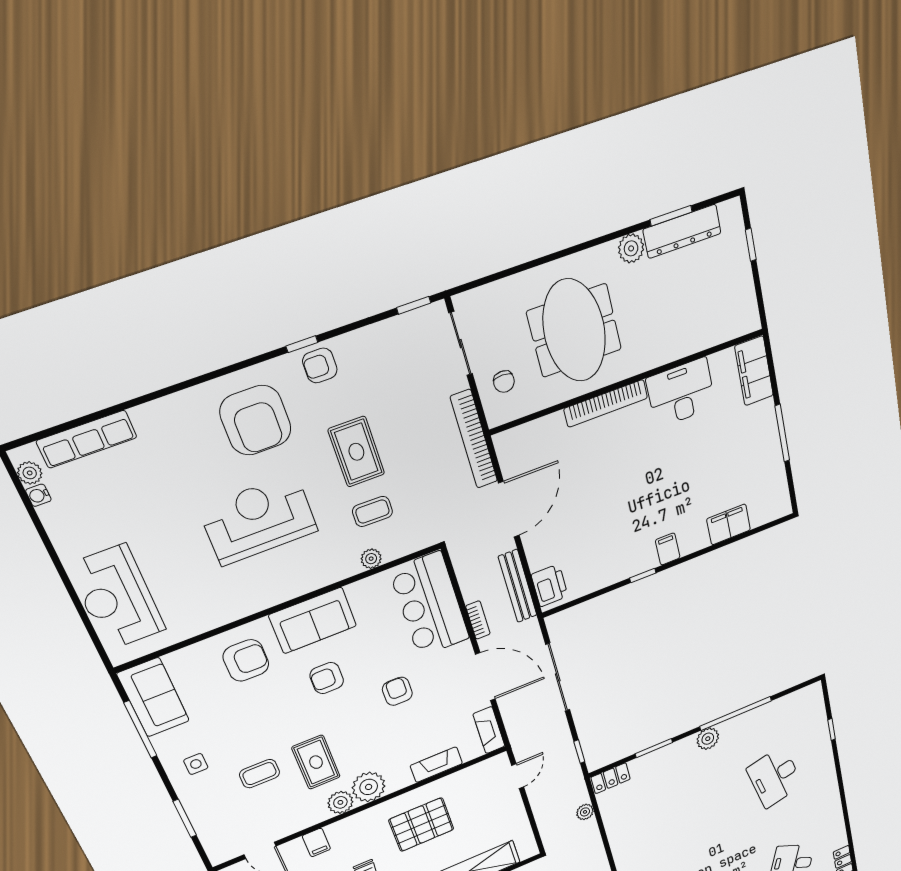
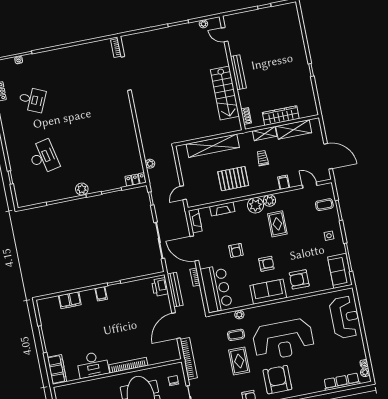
reception desk: (259, 520) -> (283, 340), width x1.36, depth x1.30
coffee table: (260, 774) -> (324, 205), moved

